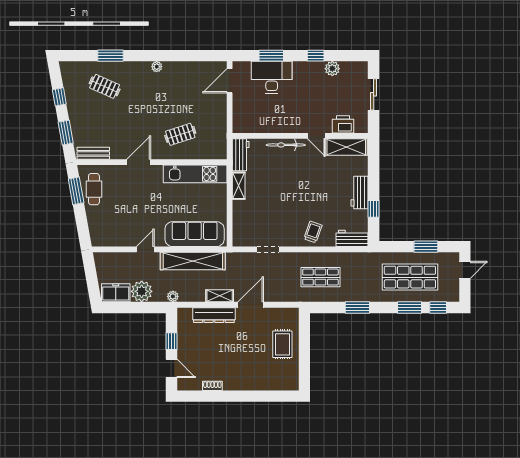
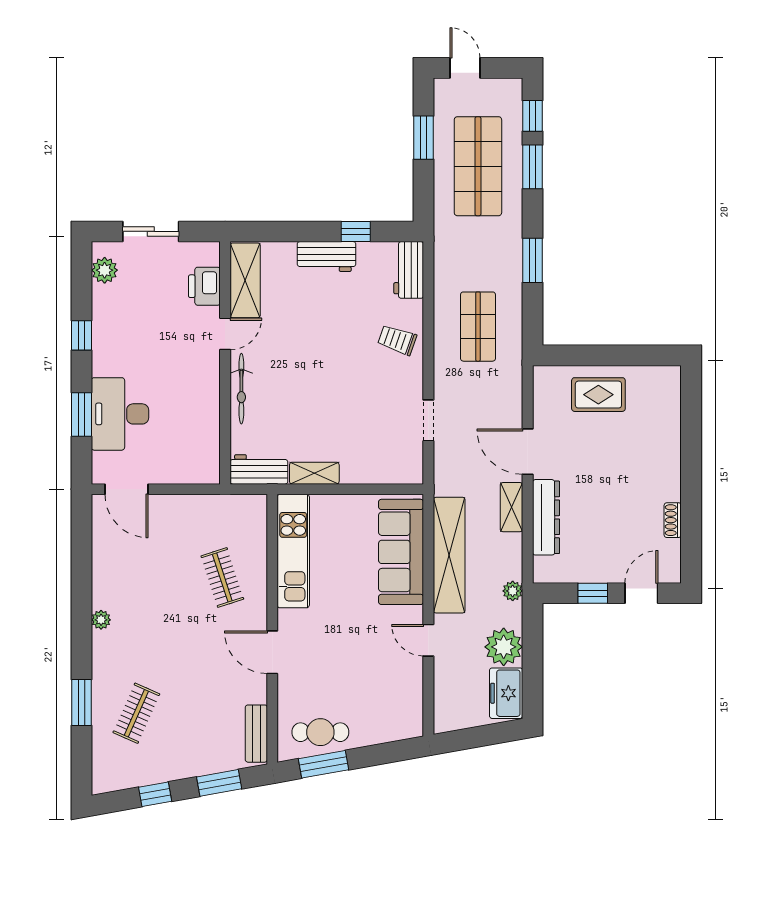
plant: (332, 69) -> (105, 270), moved

